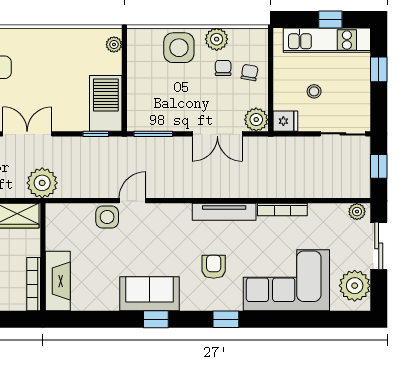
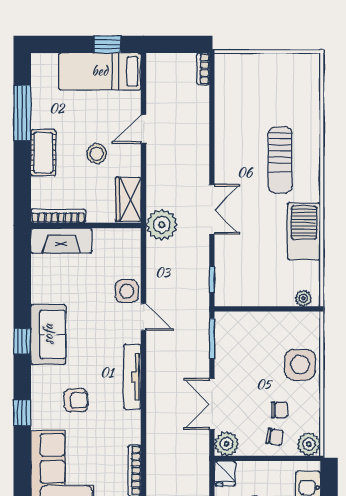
plant: (217, 39) -> (309, 444), moved
barbecue: (106, 103) -> (304, 231), moved, turned -90
tv unit: (224, 212) -> (132, 377), moved

